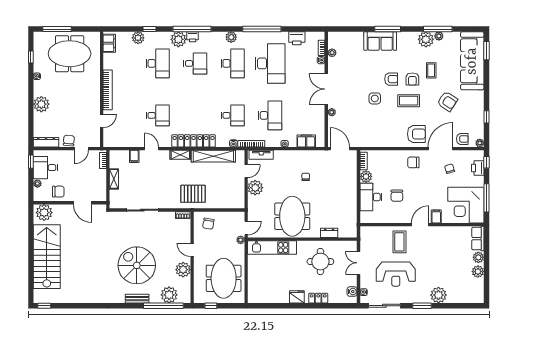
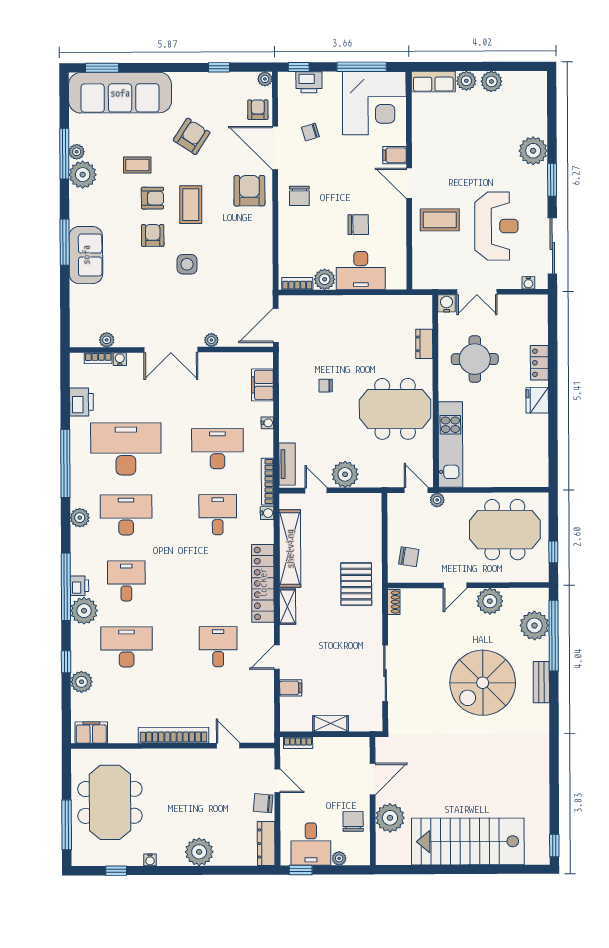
plant: (44, 213) -> (390, 818), moved
water cooler: (352, 292) -> (447, 303), moved

